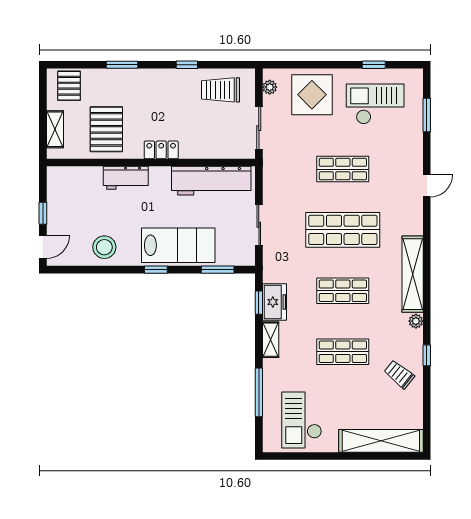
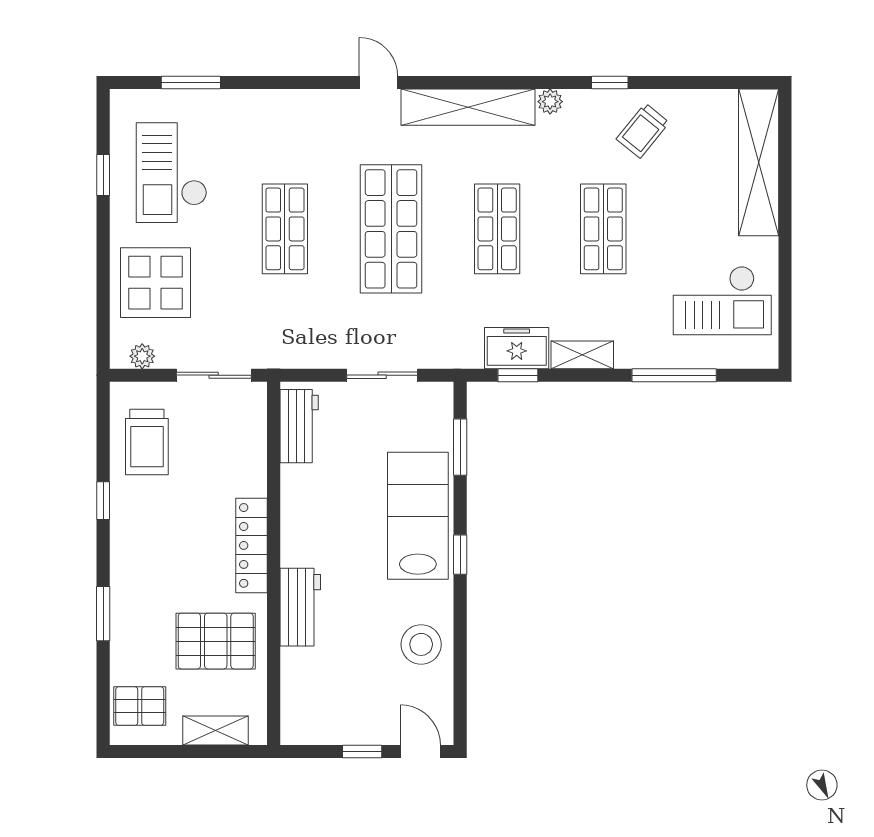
locker: (161, 150) -> (252, 545), width x1.53
workbench: (211, 181) -> (299, 426), width x0.53, depth x0.76
door: (427, 186) -> (378, 83), moved

